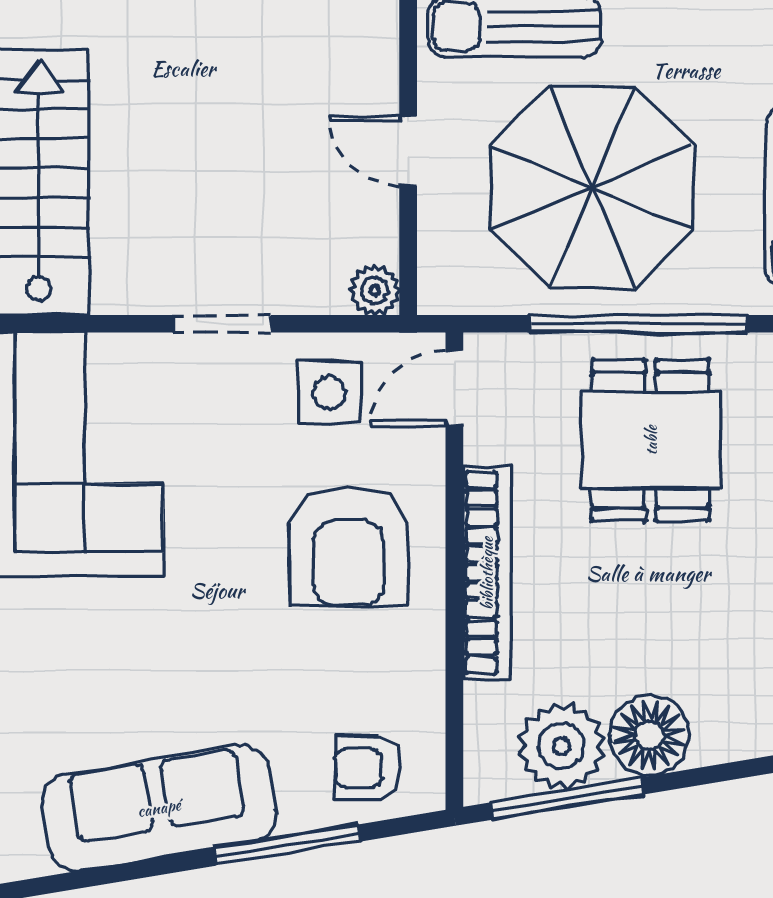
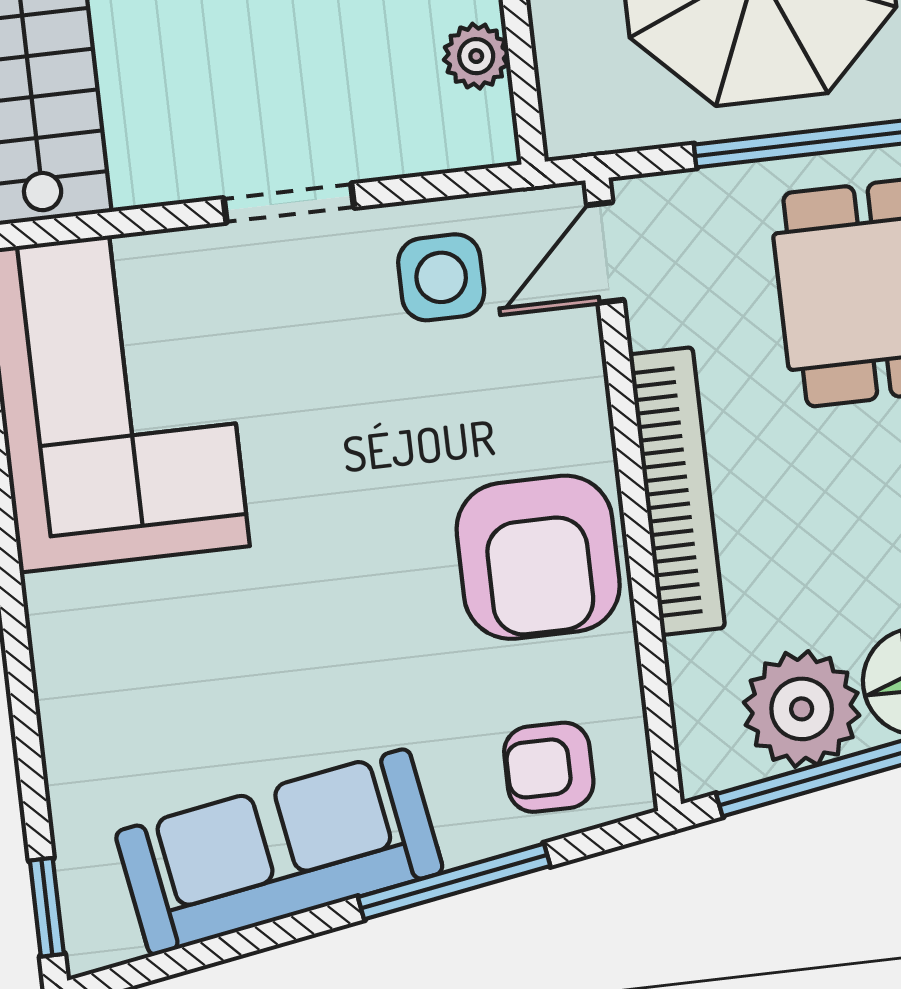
plant: (375, 290) -> (476, 56), moved
armchair: (349, 546) -> (538, 557), moved

